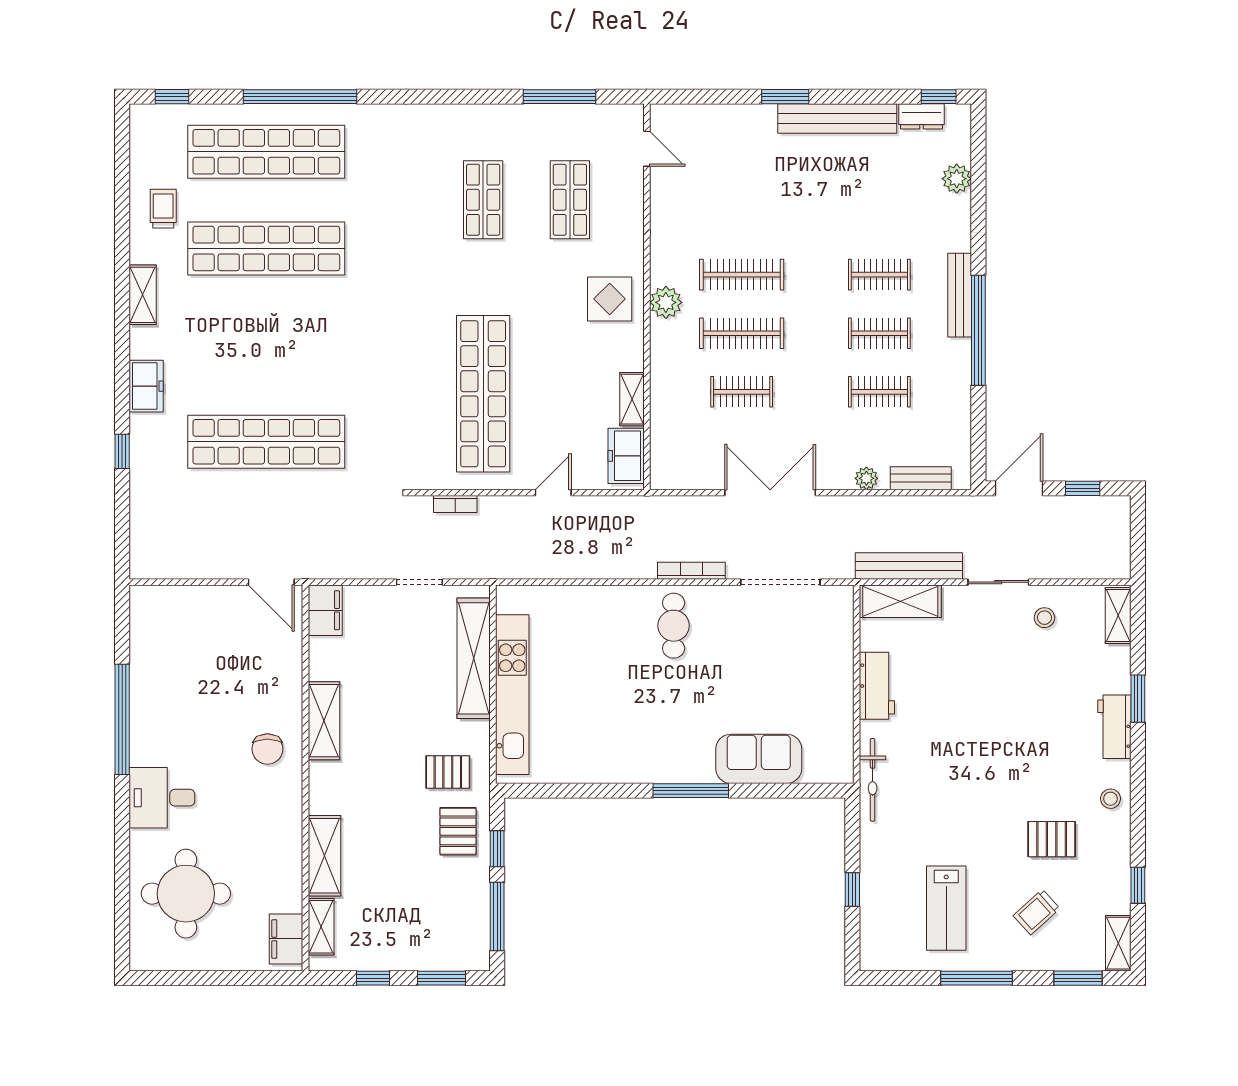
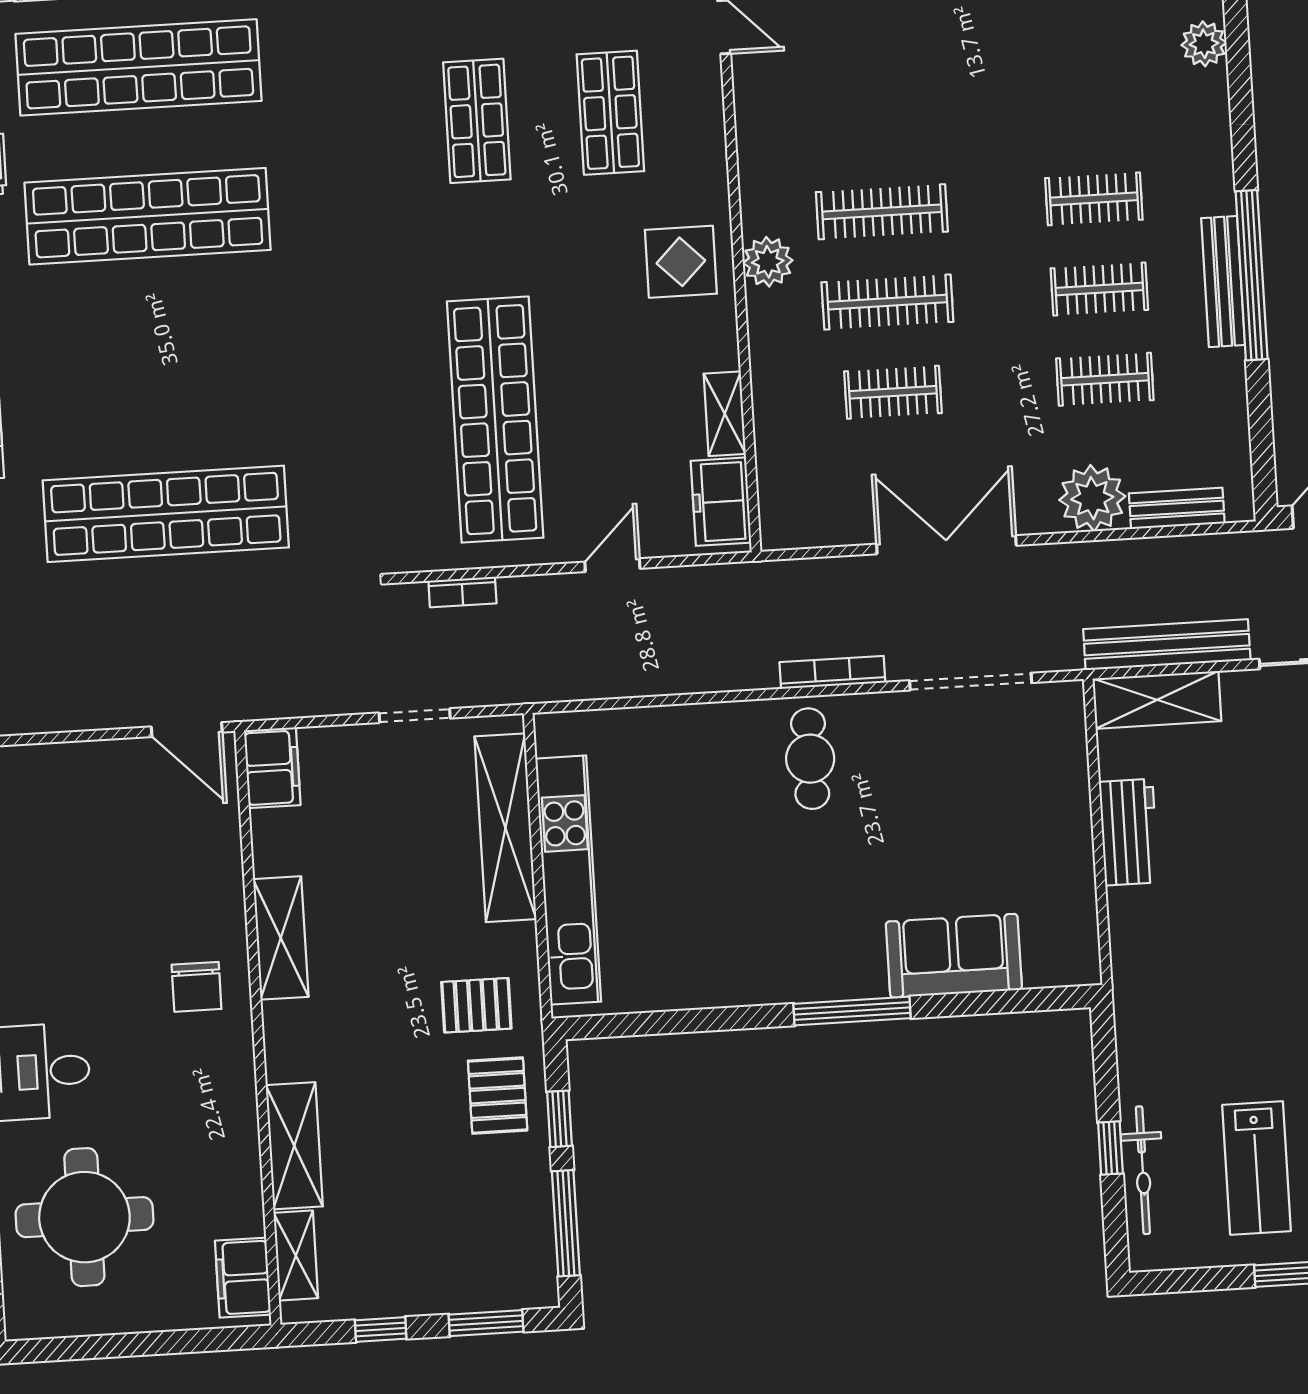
bench: (960, 295) -> (1223, 282), moved
plant: (866, 478) -> (1092, 498), width x1.88, depth x1.88
bicycle: (873, 780) -> (1143, 1170), moved

